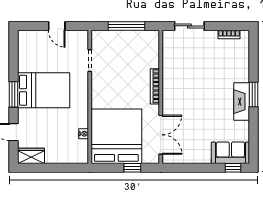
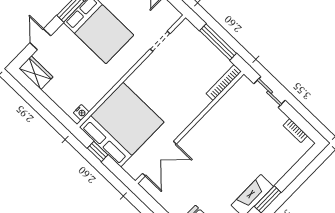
bookcase: (155, 86) -> (224, 83), moved
nightstand: (84, 134) -> (81, 112), moved
window: (132, 168) -> (98, 152), moved

